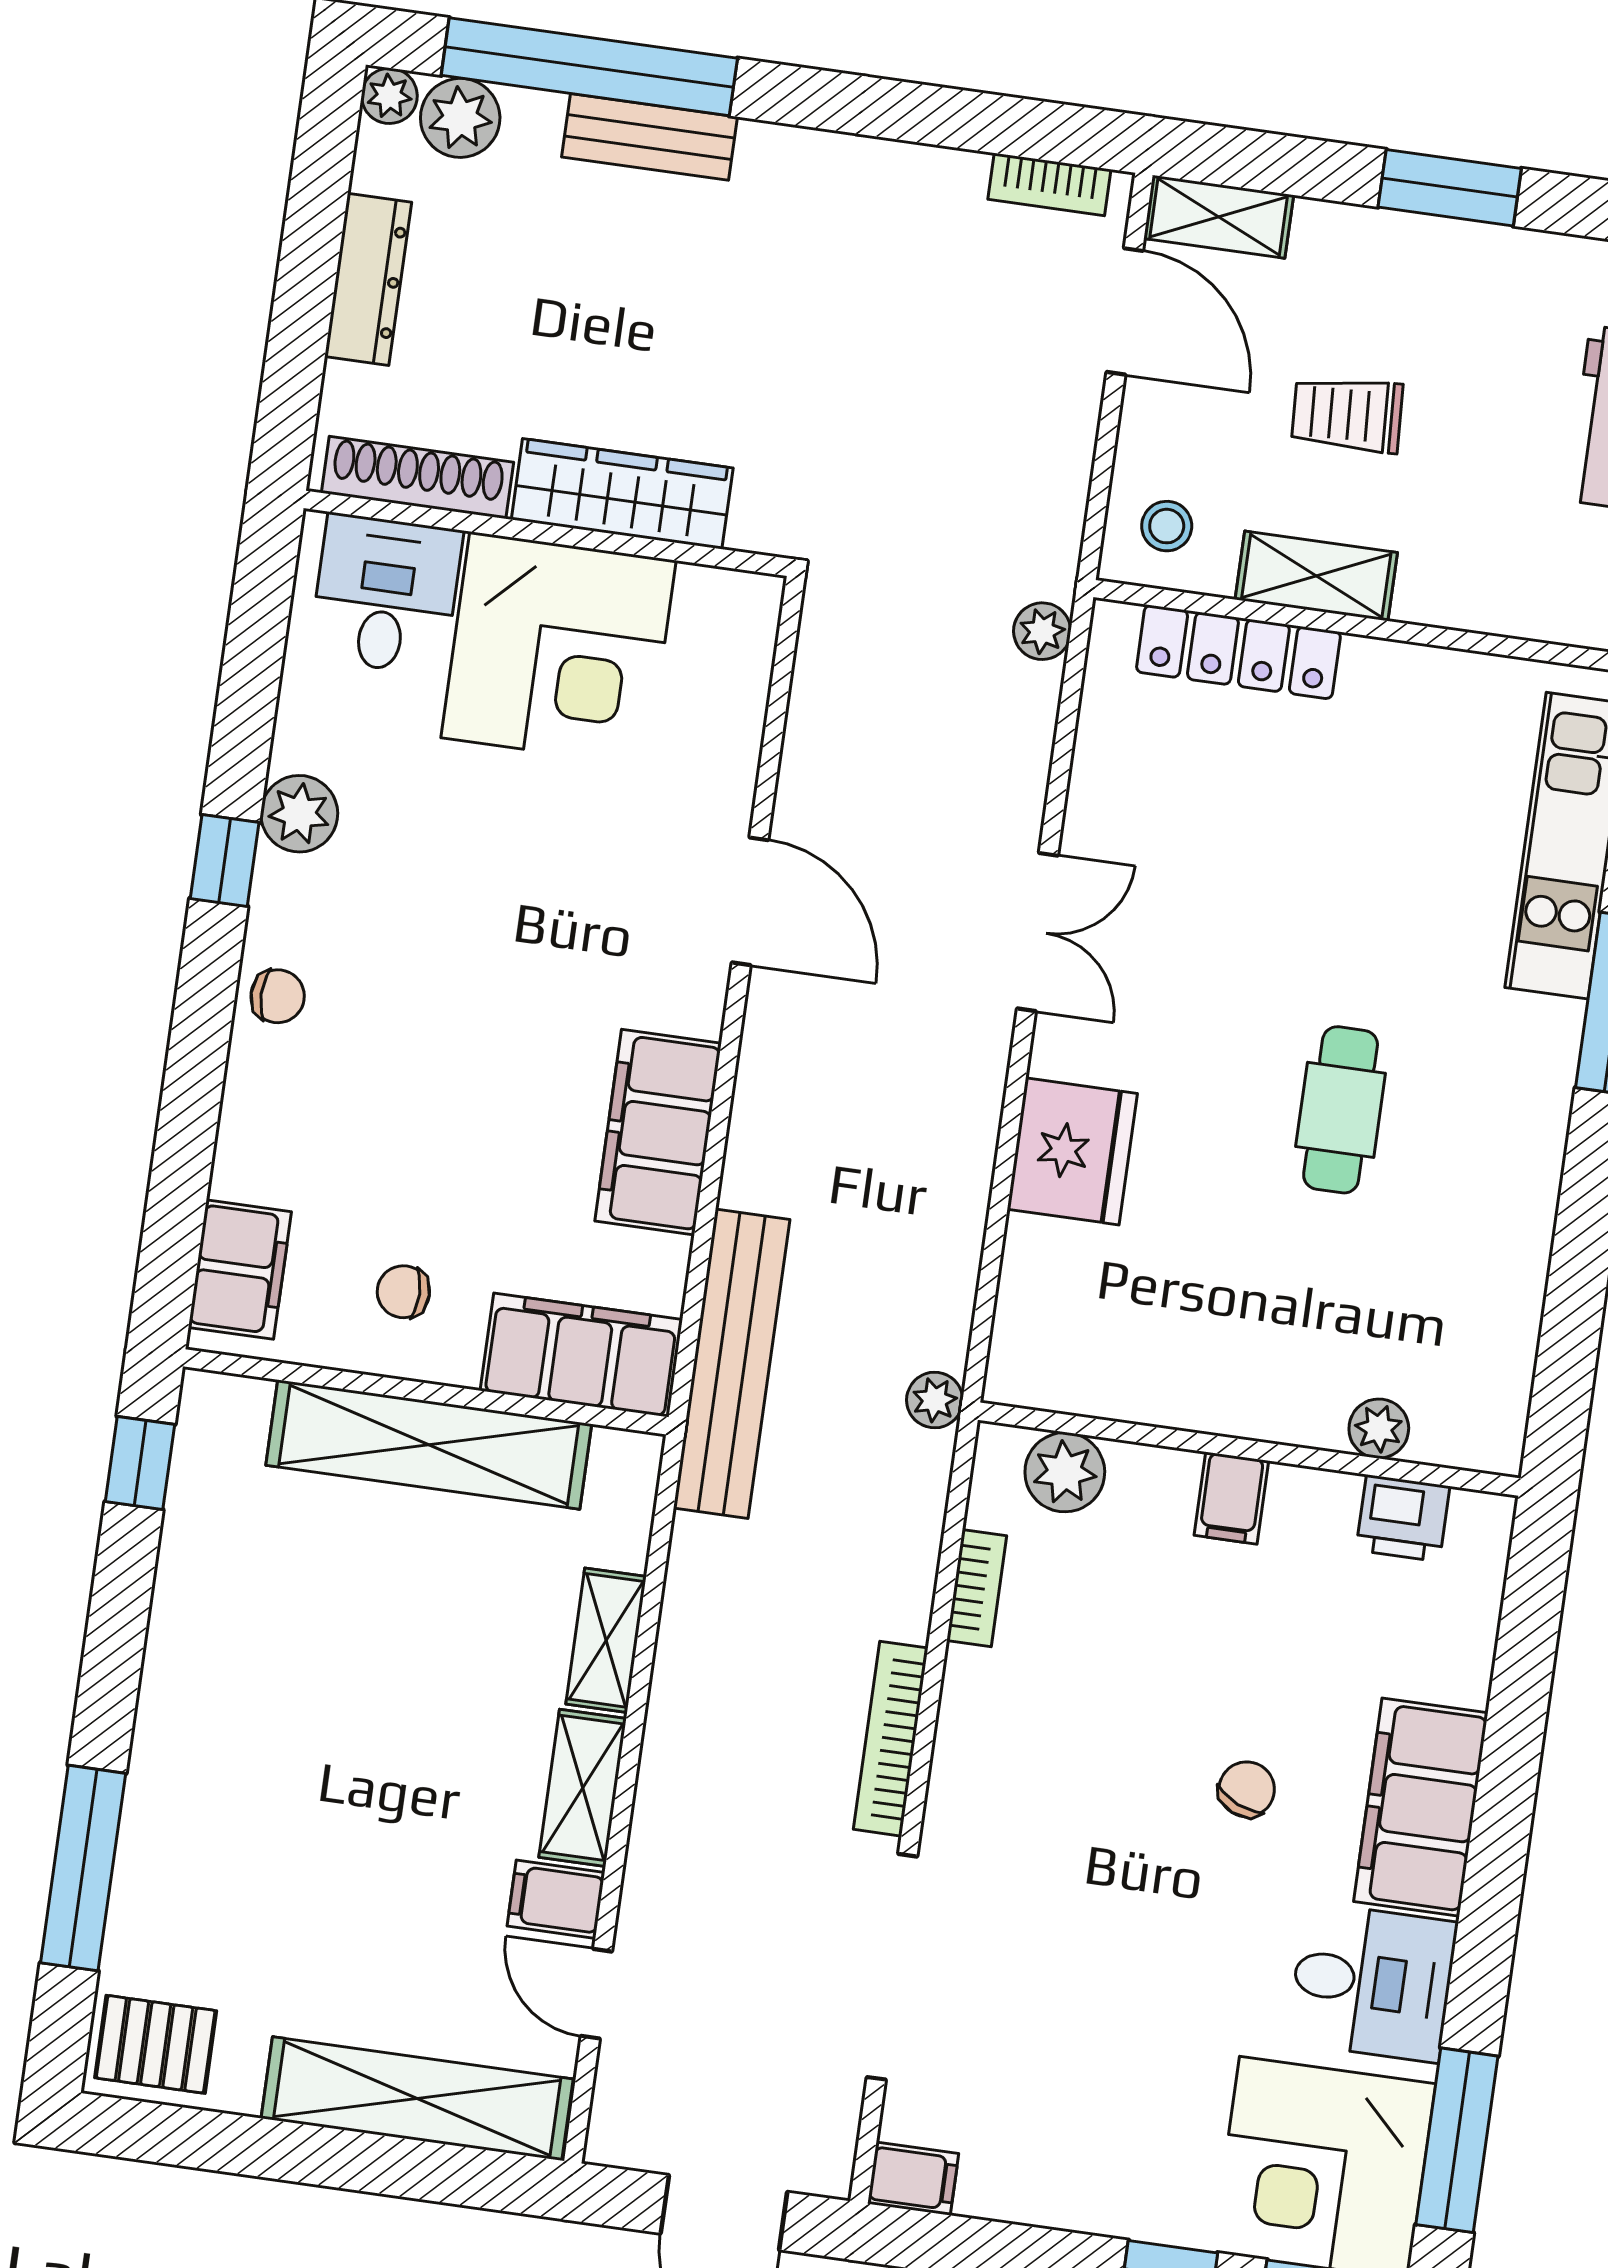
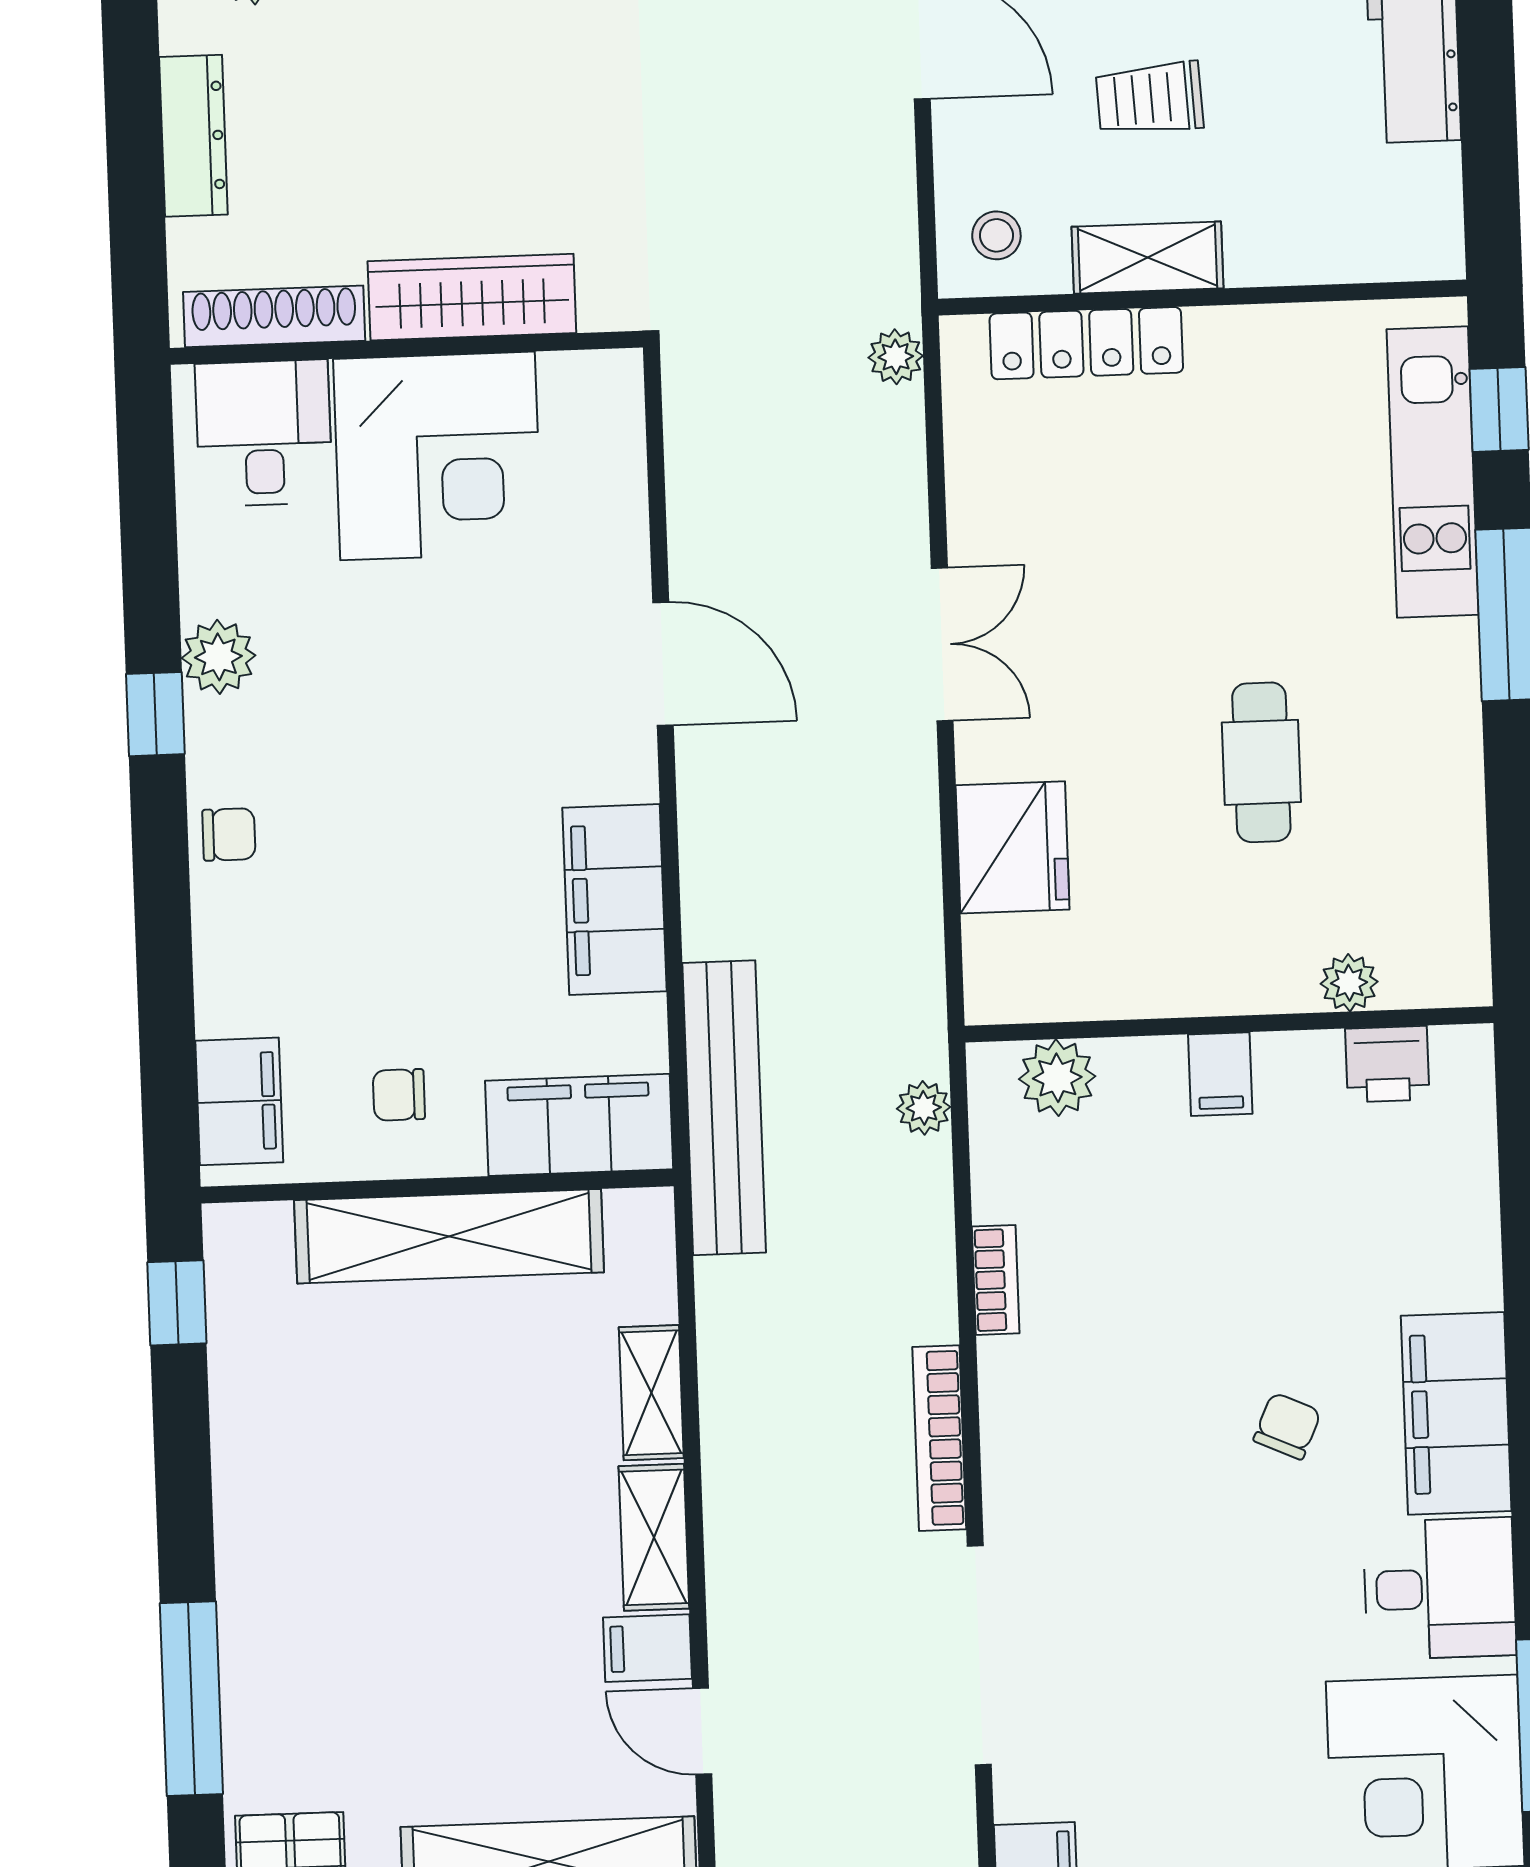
plant: (1379, 1429) -> (1349, 983), moved
wall: (1249, 1449) -> (1229, 1024), moved
plant: (1065, 1472) -> (1057, 1078), moved
filing cabinet: (1231, 1498) -> (1220, 1074), moved
printer: (1403, 1518) -> (1387, 1064), moved

